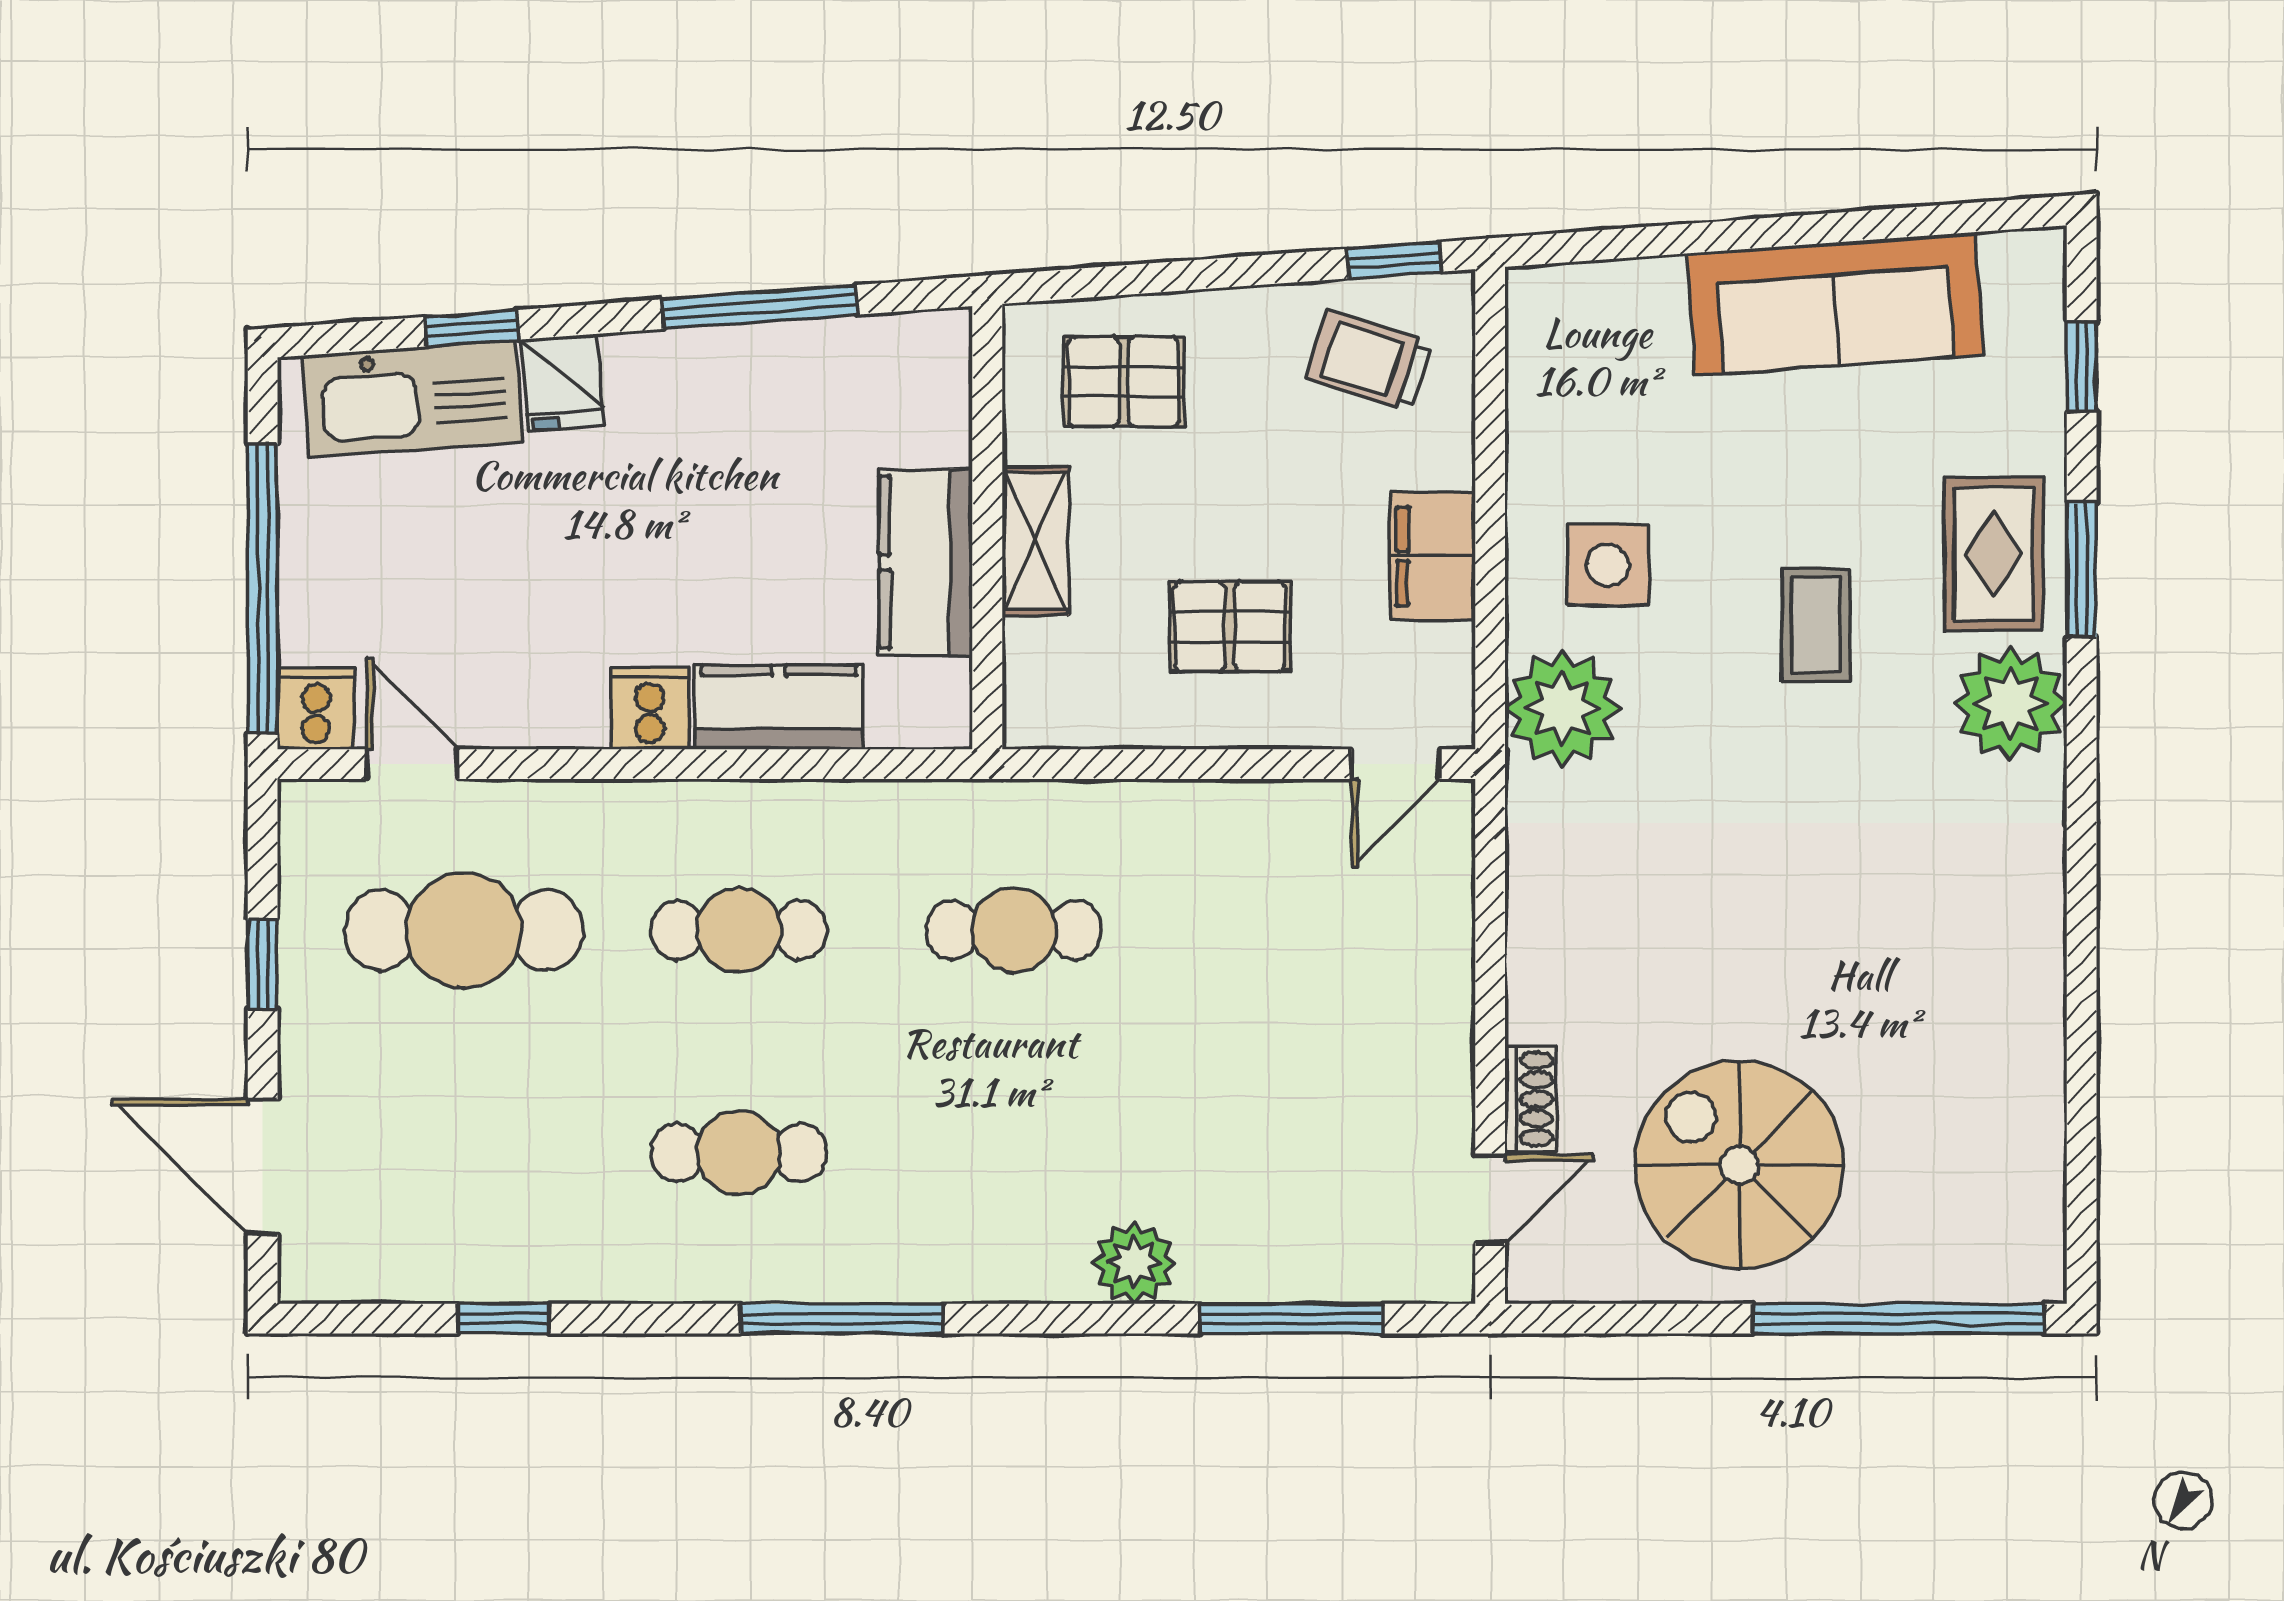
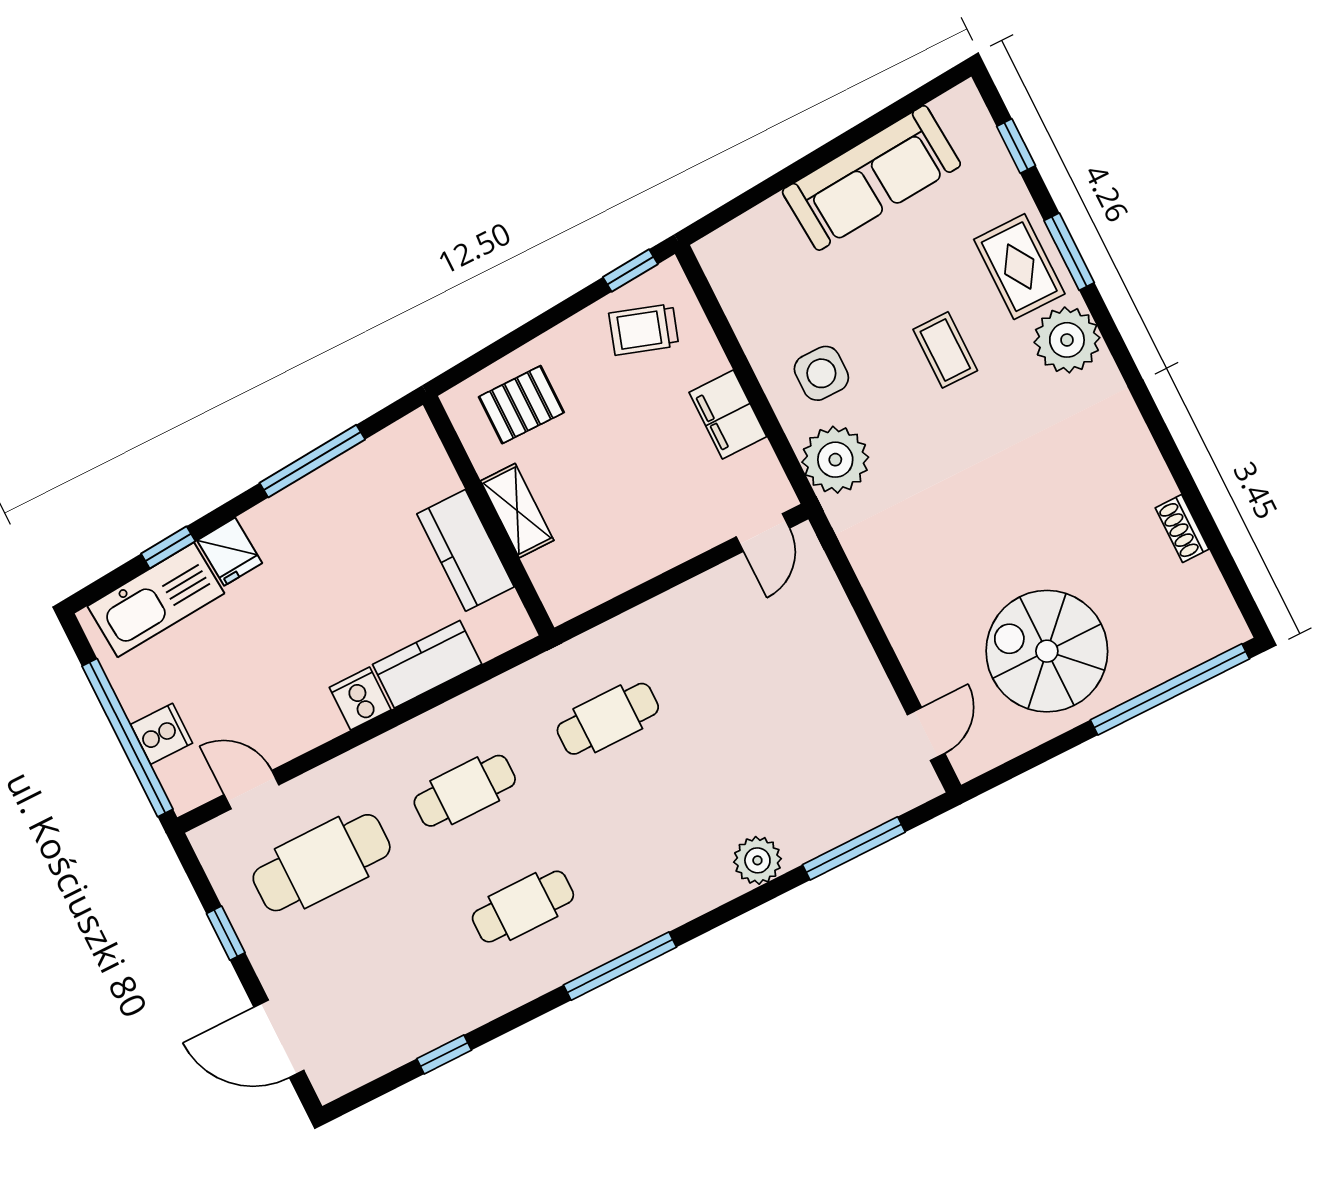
pallet: (1230, 627) -> (641, 504), removed
cooker: (316, 709) -> (162, 734), moved, turned 90
shoe rack: (1530, 1099) -> (1182, 528), moved, turned 180

